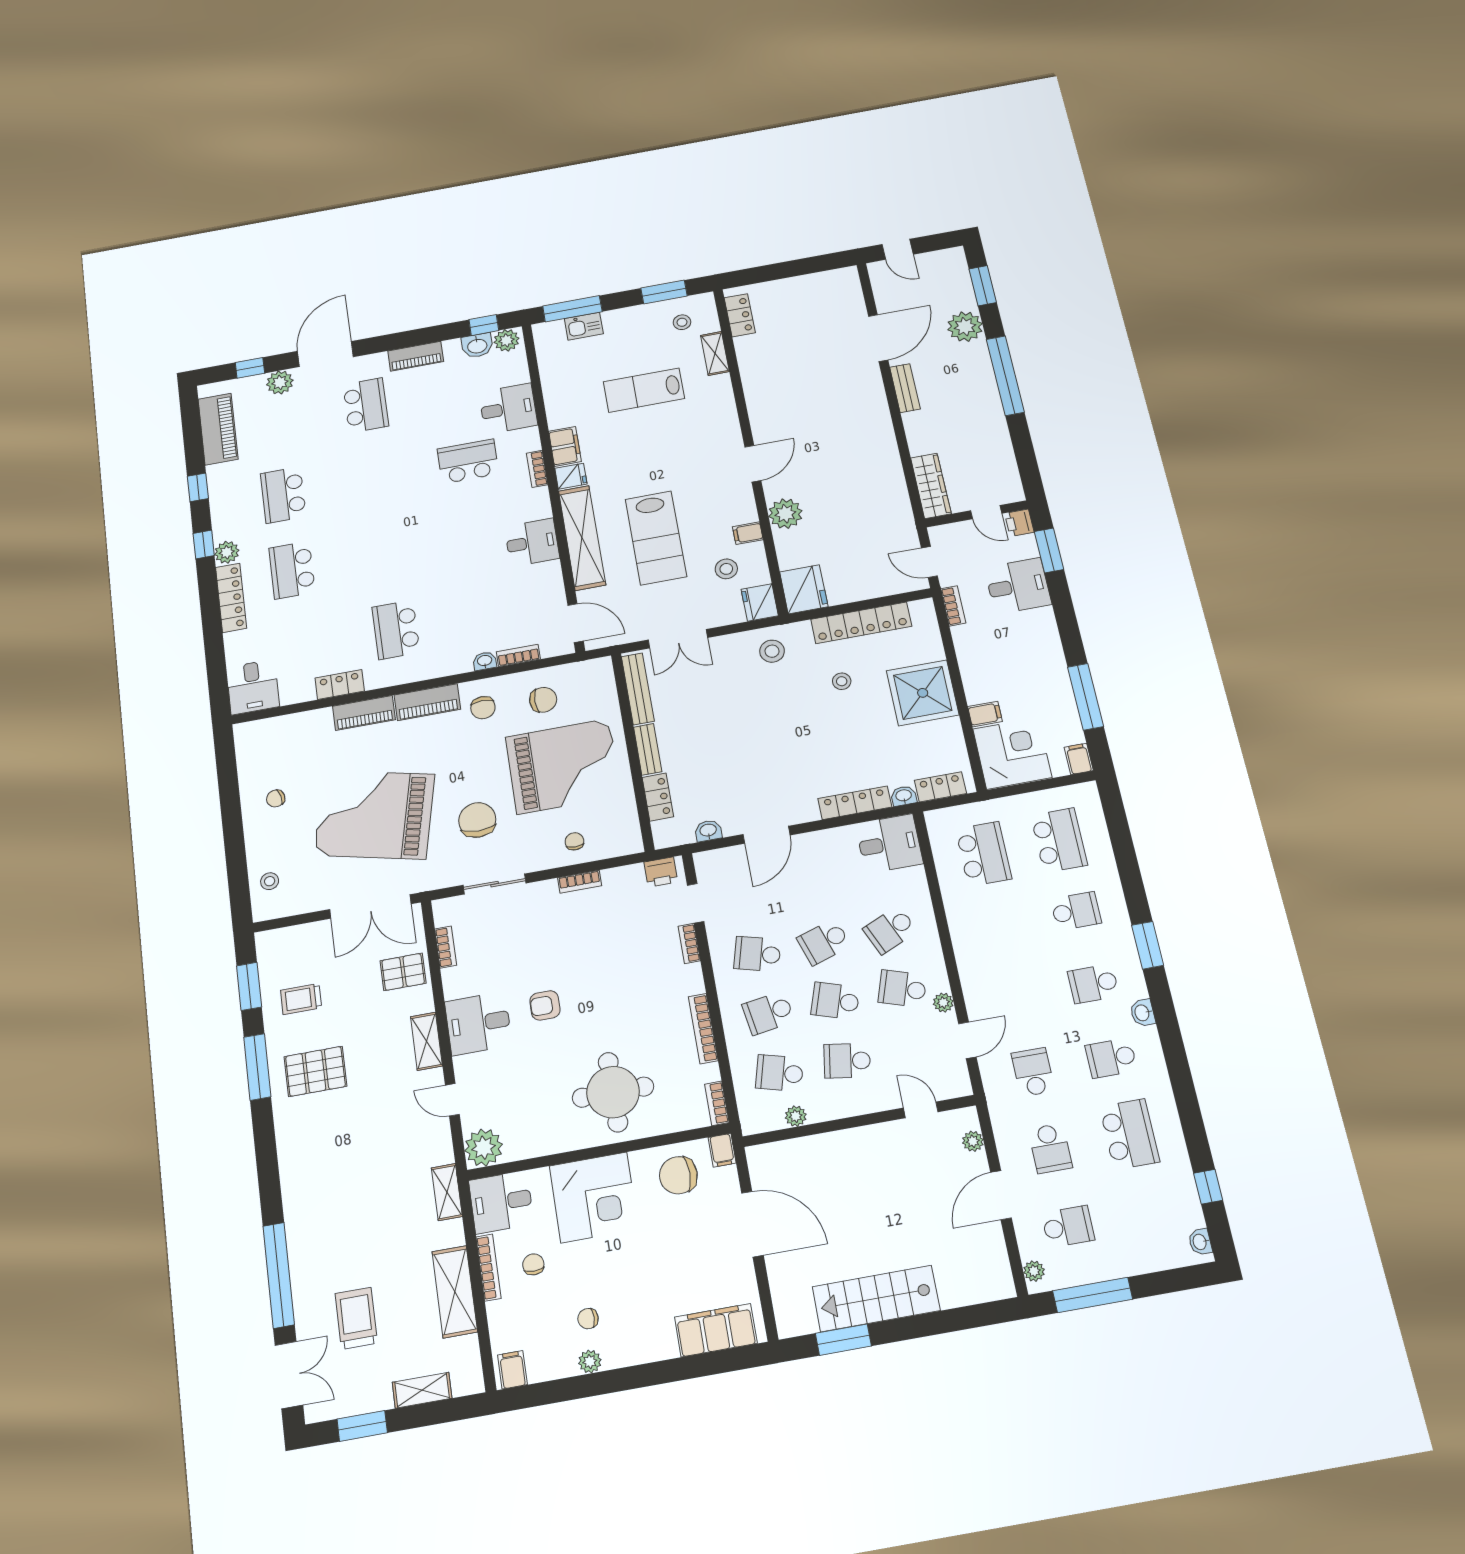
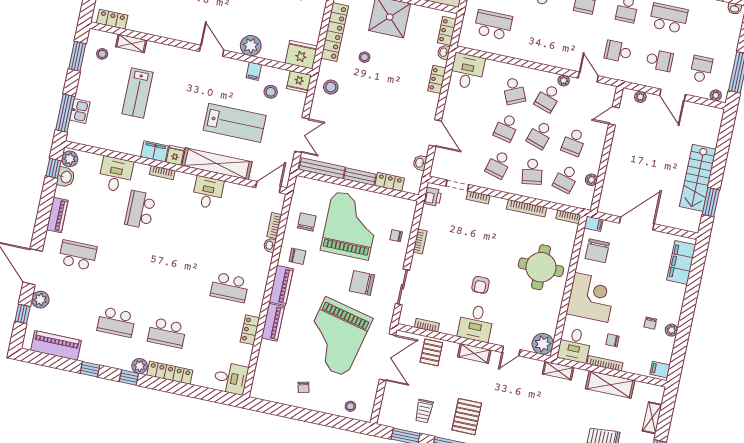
locker: (855, 803) -> (437, 79), width x0.66
school desk: (824, 942) -> (506, 128), turned 30

